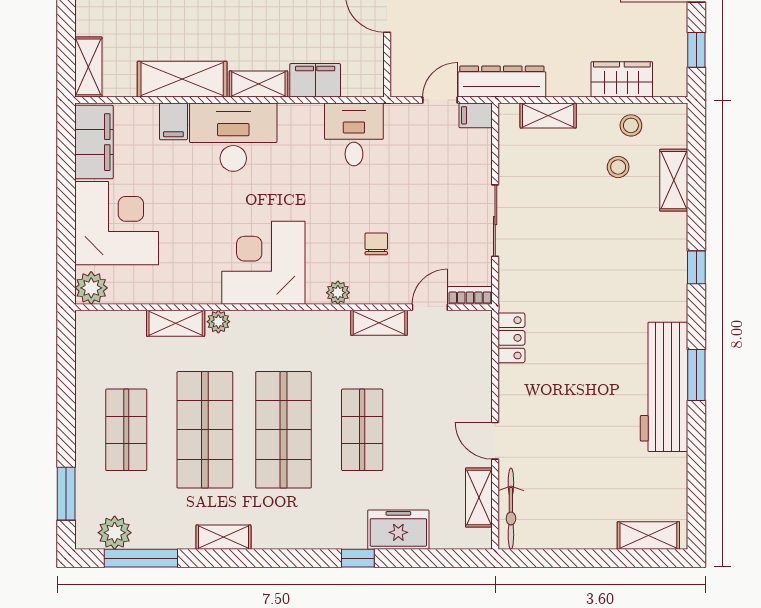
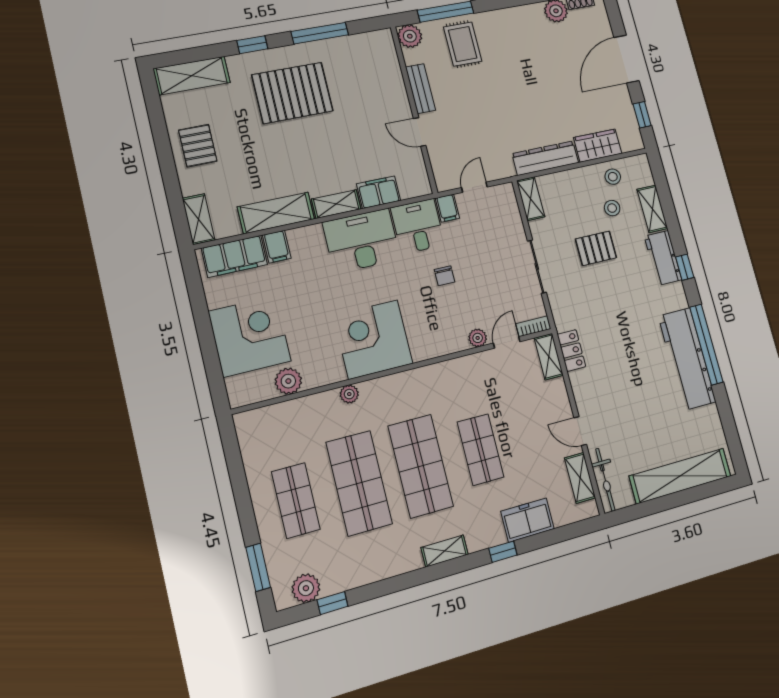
dresser: (502, 82) -> (545, 158), moved
filing cabinet: (476, 115) -> (447, 208), moved, turned -90
shelving: (548, 115) -> (531, 199), moved, turned 90
desk: (233, 137) -> (362, 241), moved
filing cabinet: (94, 142) -> (234, 256), moved, turned 90
pallet: (581, 215) -> (596, 248), added
chair: (376, 244) -> (445, 276), moved, turned 180
workbench: (670, 248) -> (663, 258), added
plant: (91, 288) -> (288, 381), moved
plant: (338, 293) -> (478, 338), moved
shelving: (176, 323) -> (316, 404), removed
shelving: (379, 323) -> (549, 357), moved, turned 90
window: (696, 375) -> (706, 344), width x2.11
shelving: (648, 536) -> (680, 476), width x2.20, depth x1.33
shelving: (223, 537) -> (445, 551), moved
window: (141, 558) -> (332, 603), width x0.46

